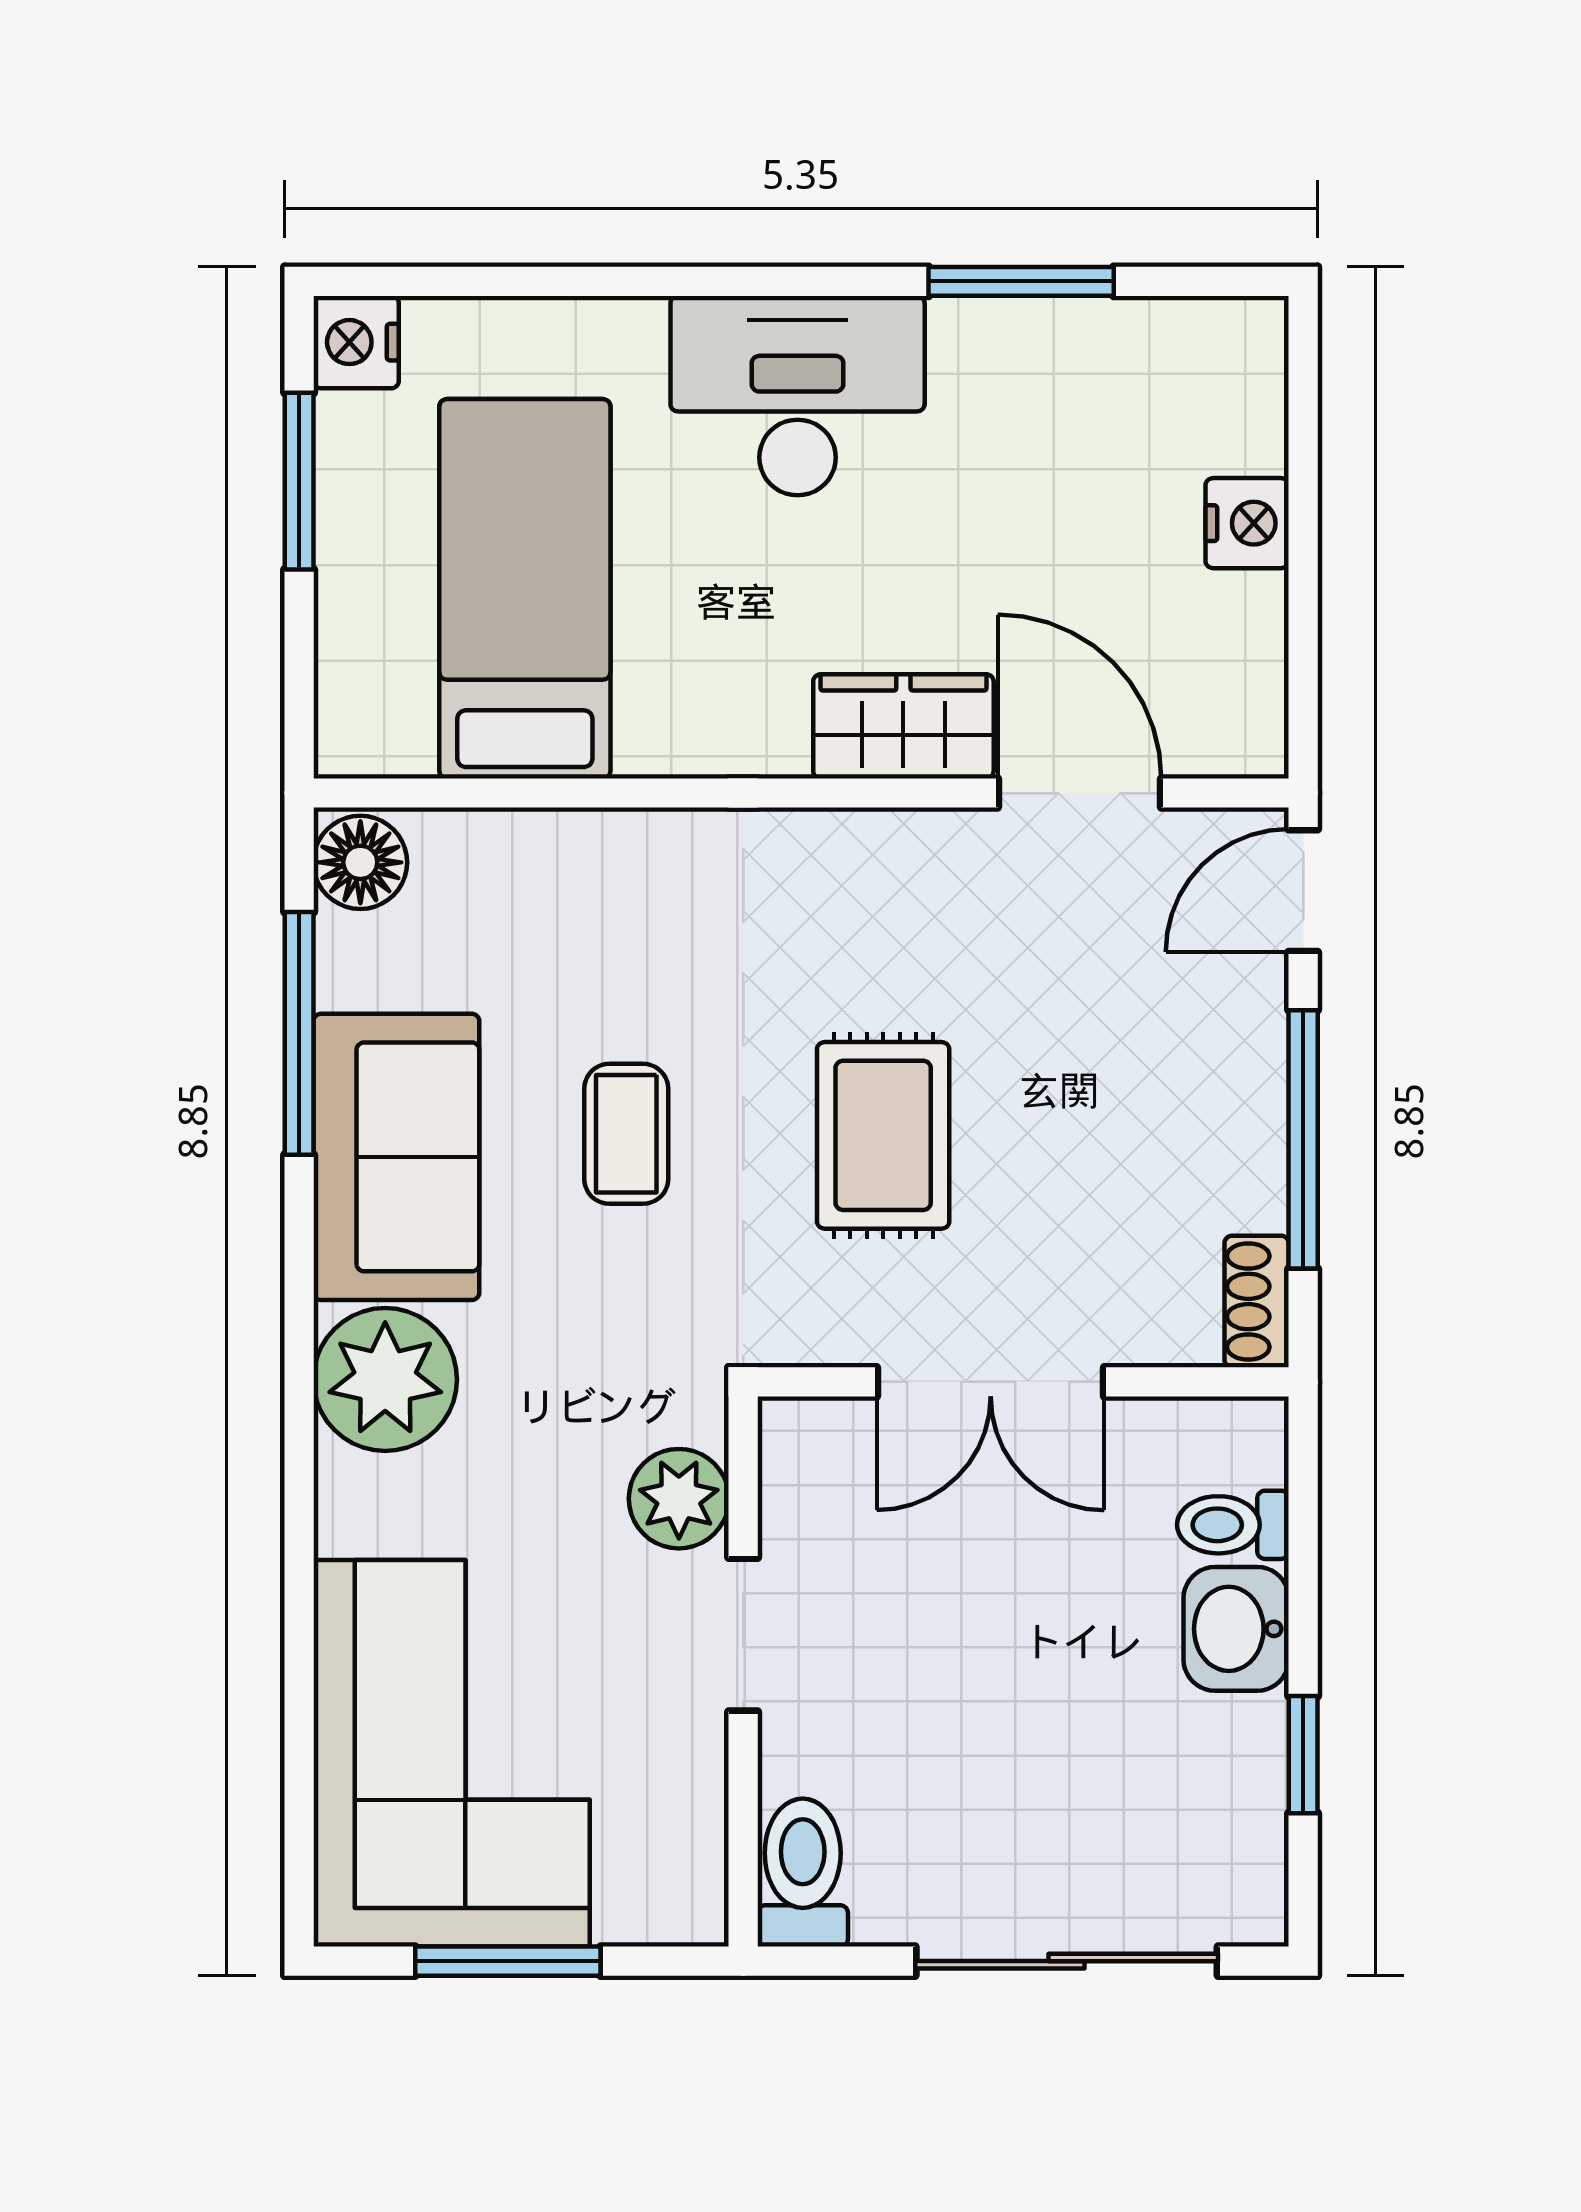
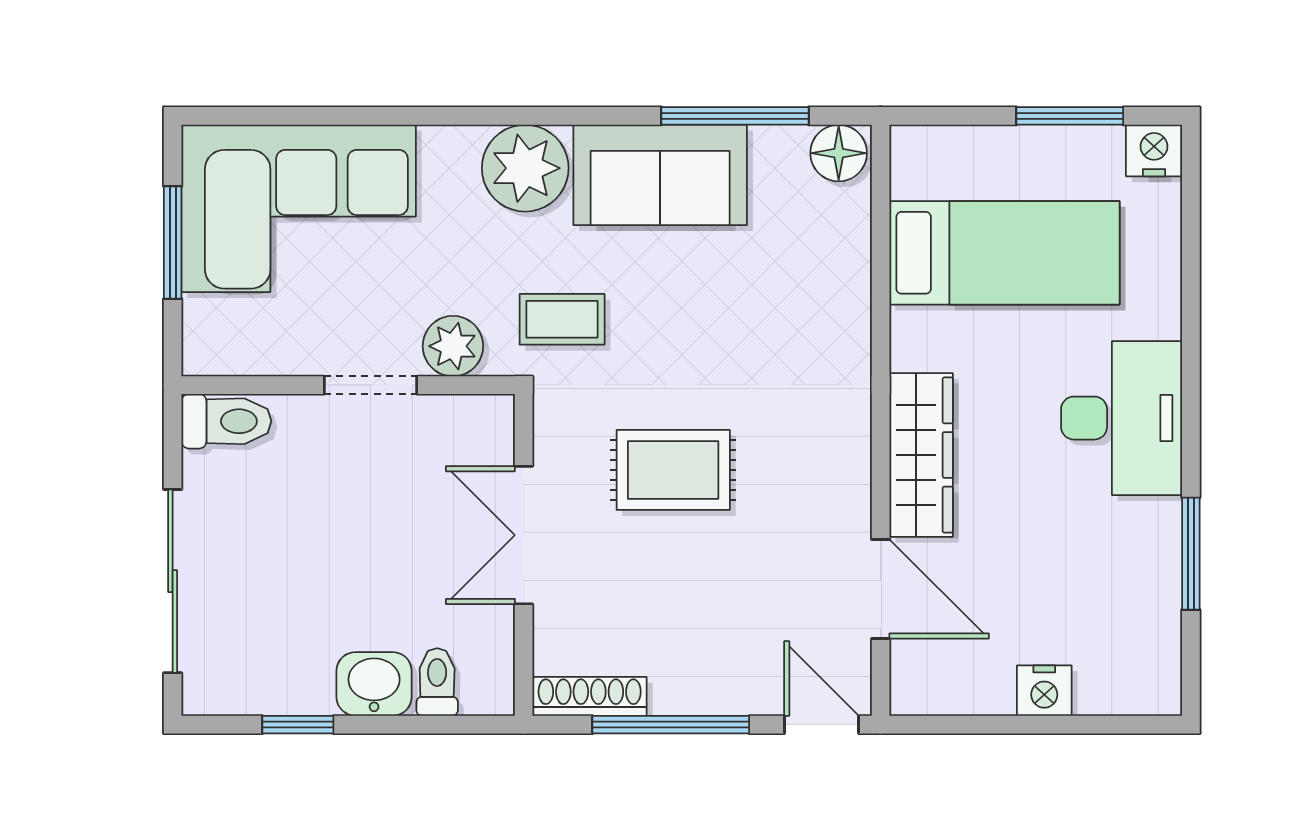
wardrobe: (903, 726) -> (921, 455), width x1.50
door: (1079, 793) -> (881, 589), hinge flipped
coffee table: (626, 1134) -> (562, 319), moved
shoe rack: (1257, 1301) -> (590, 696), width x1.43

